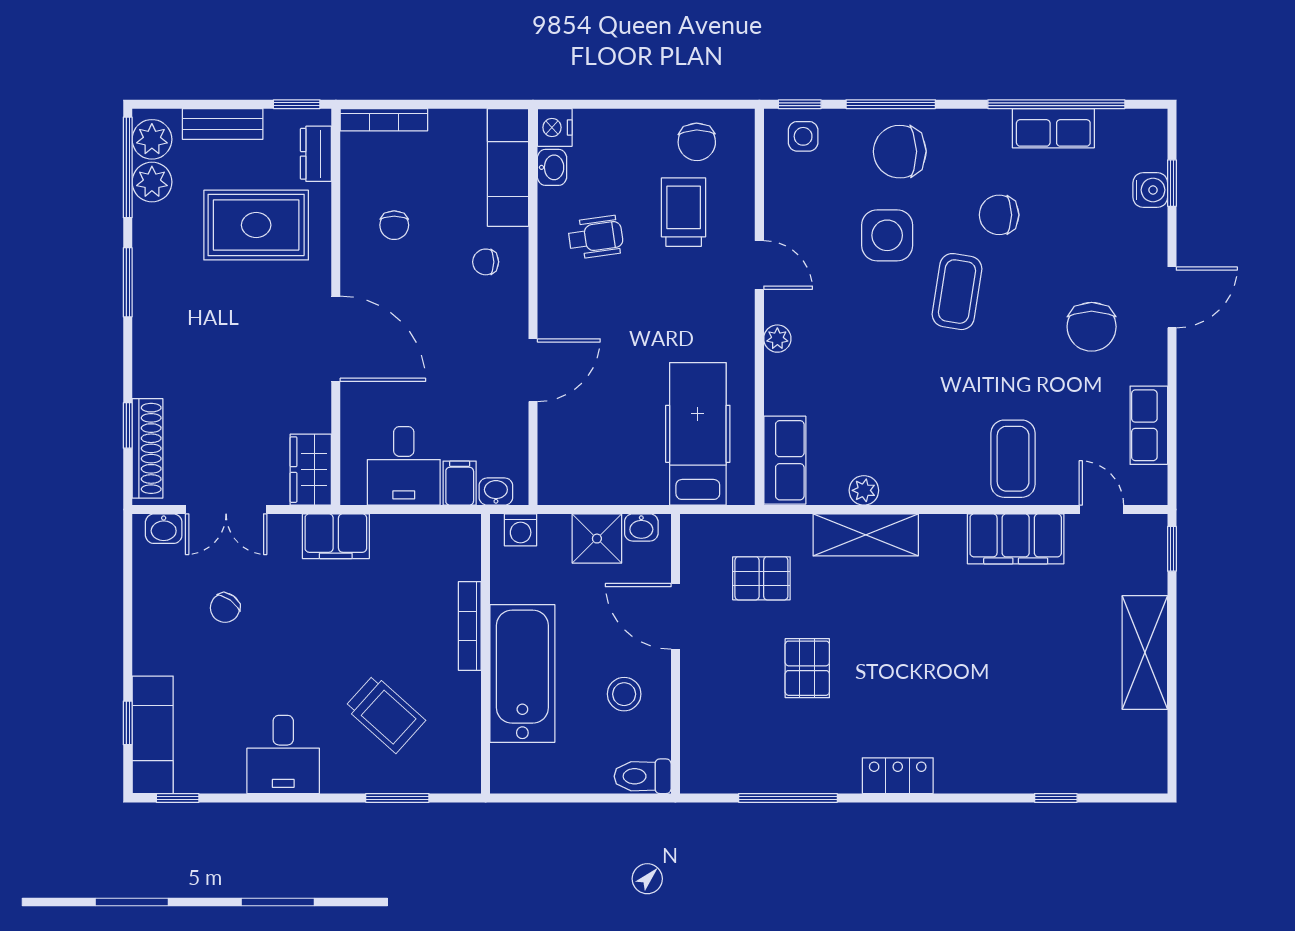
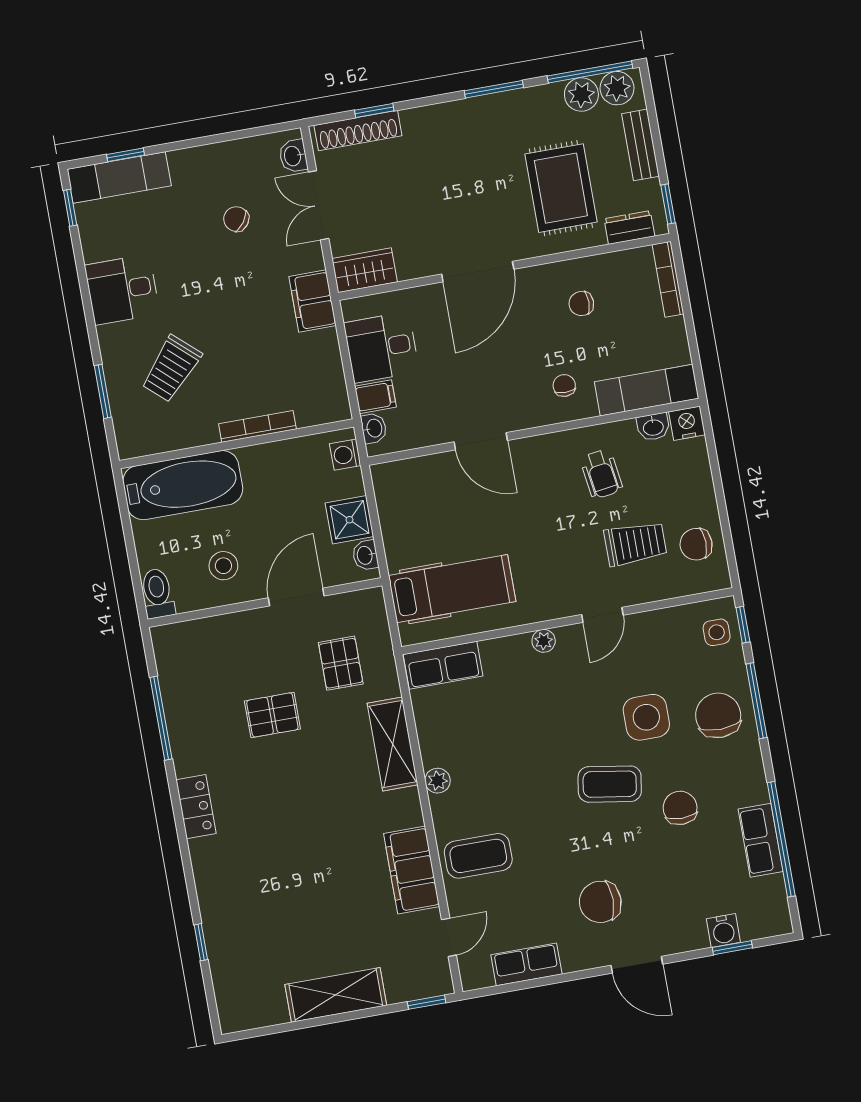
plant: (864, 490) -> (438, 781), moved
bathtub: (522, 673) -> (183, 485), moved

